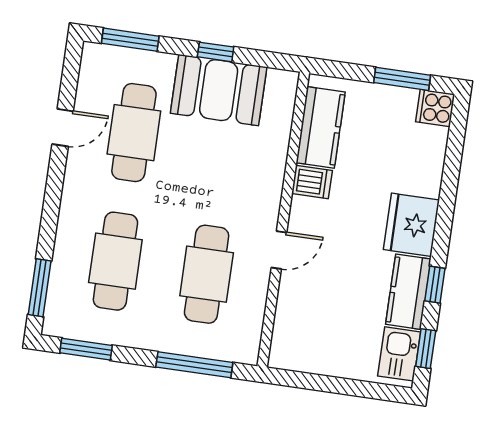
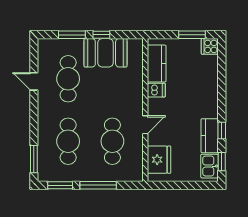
window: (130, 40) -> (72, 35), moved
door: (63, 128) -> (34, 81), swing flipped
fridge: (411, 225) -> (159, 160), moved, turned 180
window: (194, 365) -> (98, 185), moved

